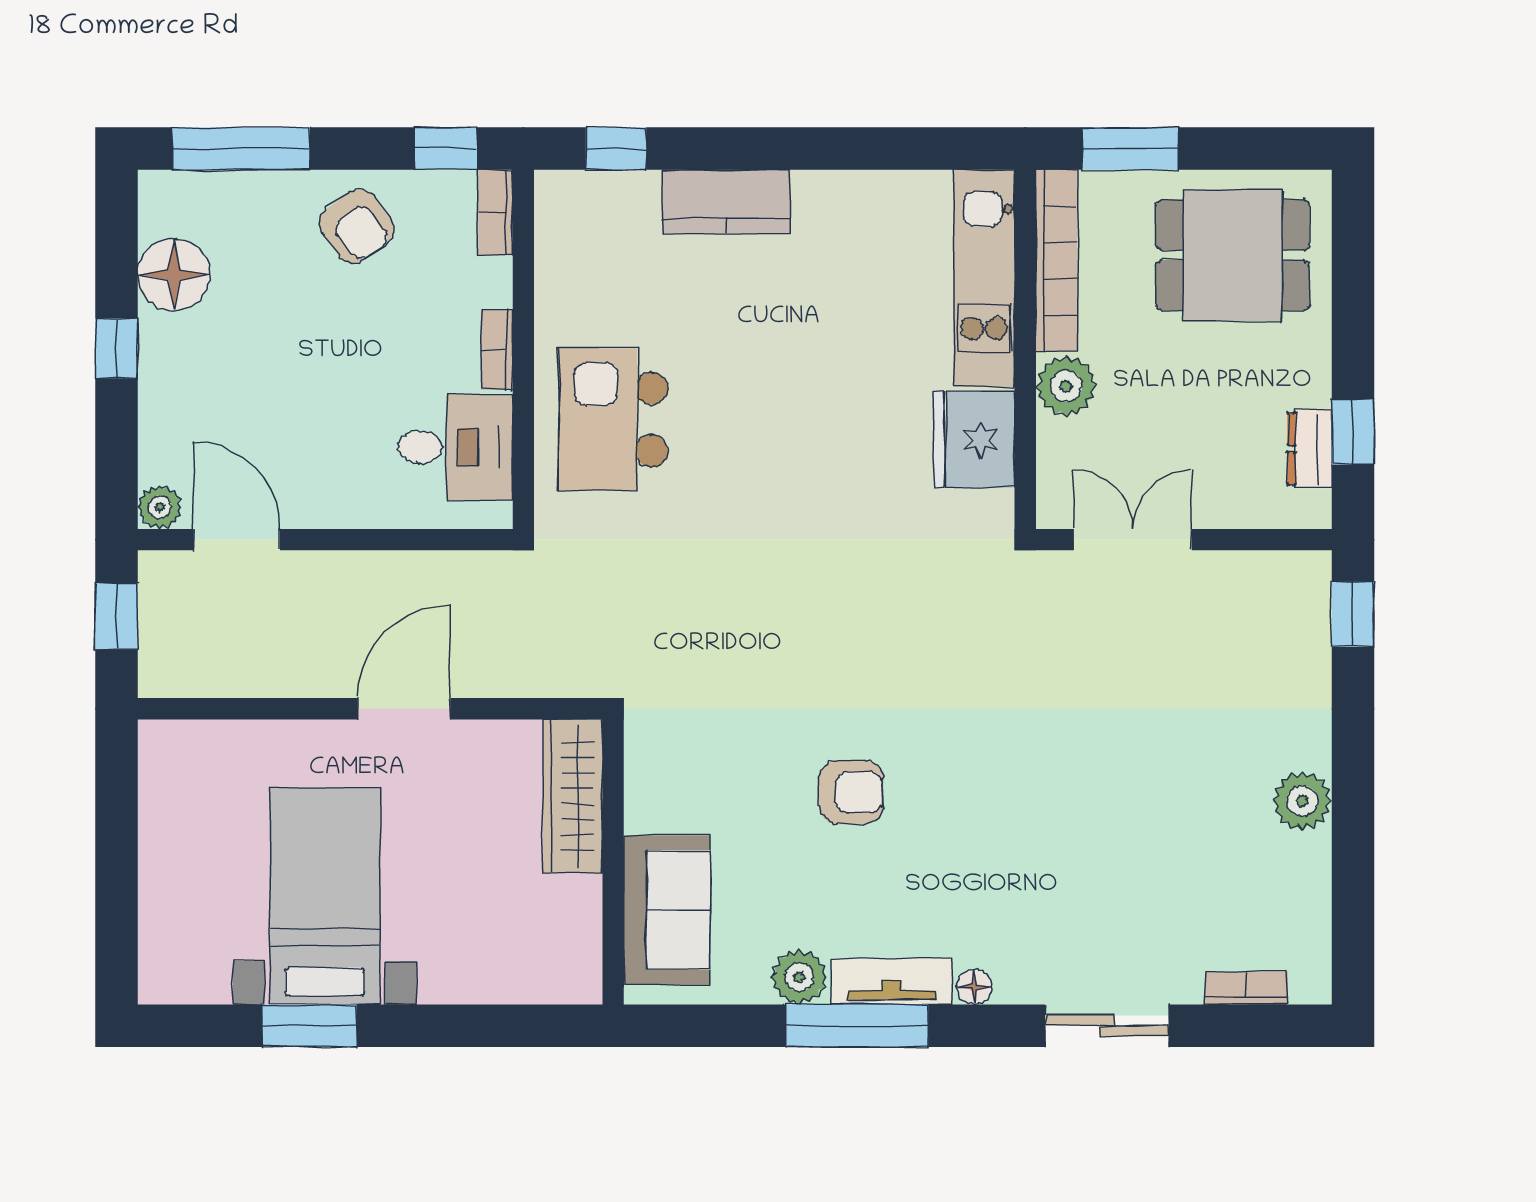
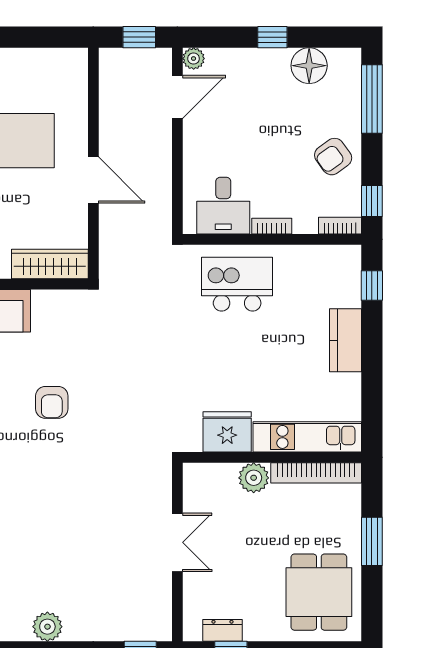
bookcase: (1057, 261) -> (316, 473), moved
kitchen unit: (984, 278) -> (307, 437), moved
wall: (1025, 349) -> (272, 457), moved
plant: (1066, 386) -> (254, 478), moved
fridge: (974, 439) -> (227, 432), moved

